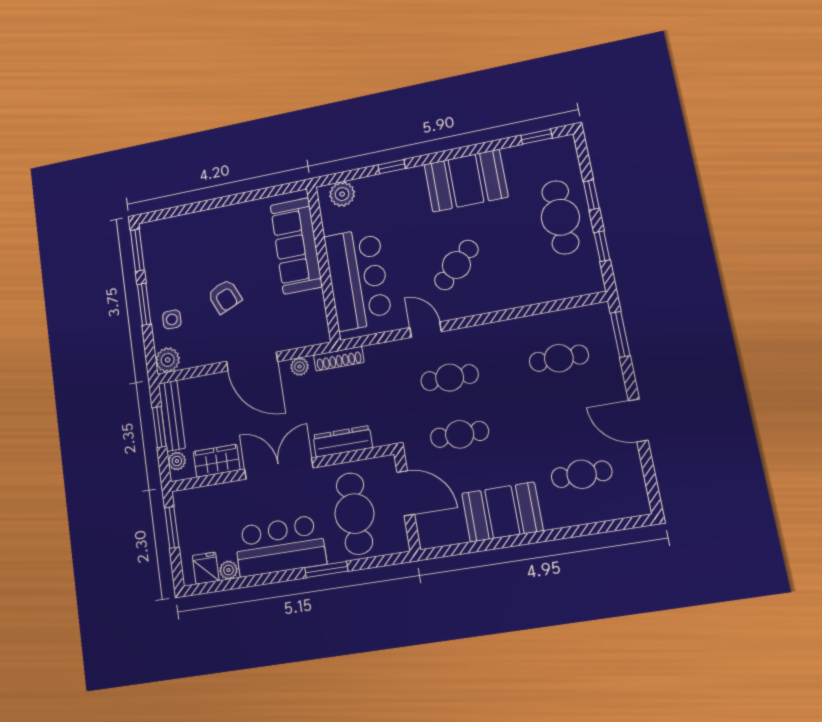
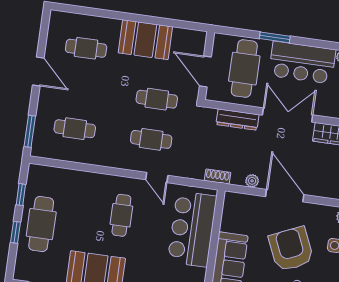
cafe table: (456, 265) -> (121, 215), turned -47
armchair: (225, 296) -> (291, 249), width x1.88, depth x1.88
shoe rack: (339, 359) -> (218, 177), width x0.70
double door: (279, 469) -> (288, 115), swing flipped

